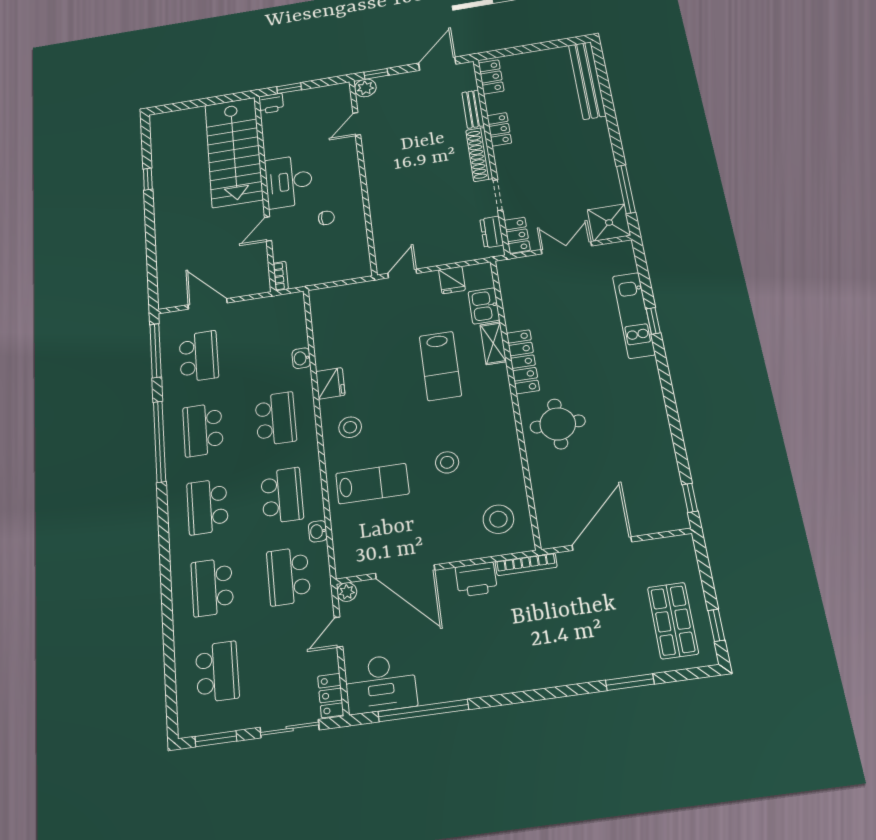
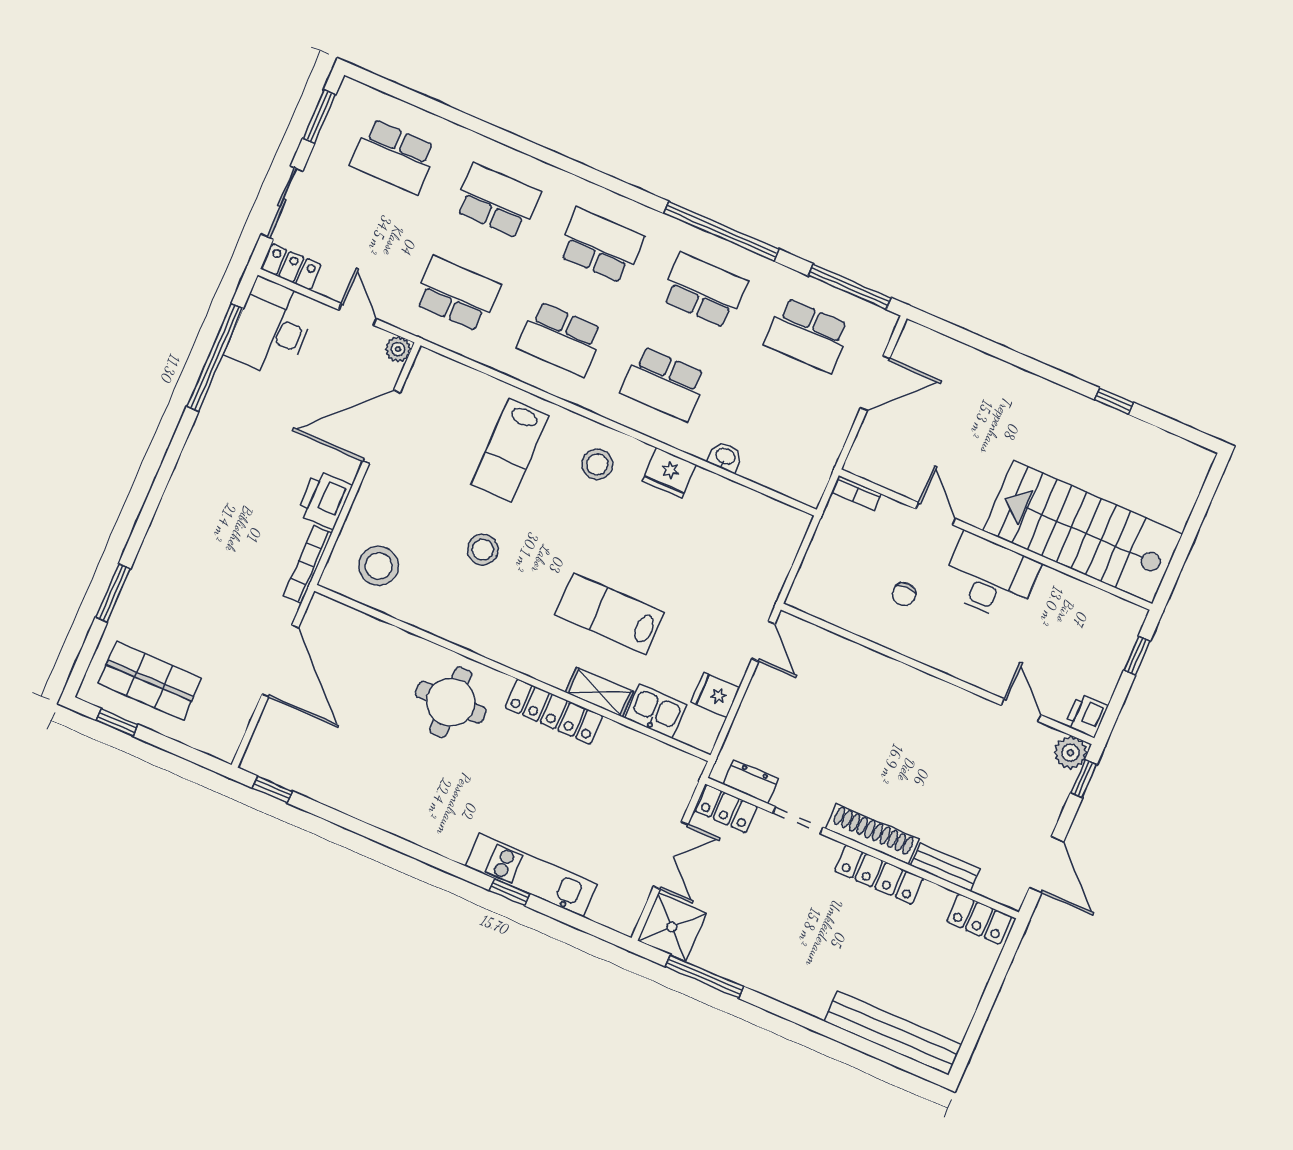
printer: (271, 103) -> (1087, 716), moved
locker: (499, 129) -> (879, 875), width x1.53
washbasin: (318, 531) -> (490, 356), removed

